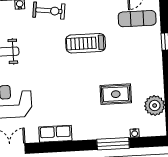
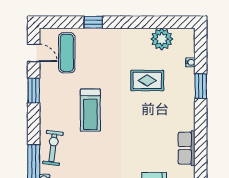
rug: (116, 94) -> (147, 80), turned 90
window: (113, 144) -> (201, 86), width x0.69

